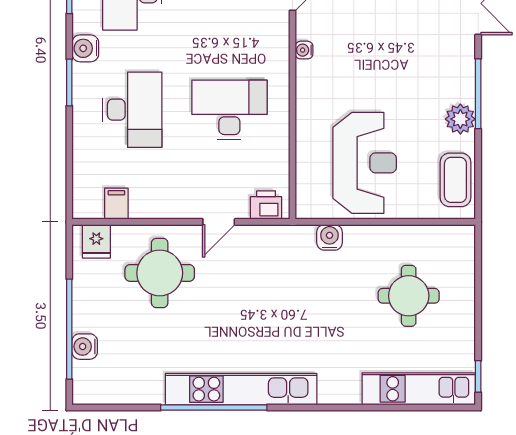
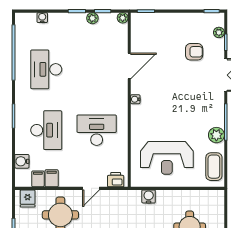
water cooler: (85, 48) -> (22, 161), moved
reception desk: (365, 163) -> (167, 158), turned 90
filing cabinet: (143, 202) -> (52, 178), added

